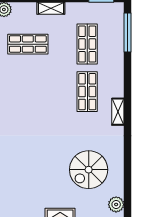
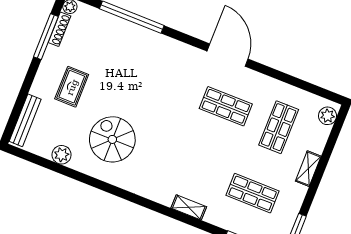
shop shelf: (87, 92) -> (226, 106), moved
shelving: (118, 112) -> (189, 207), moved

